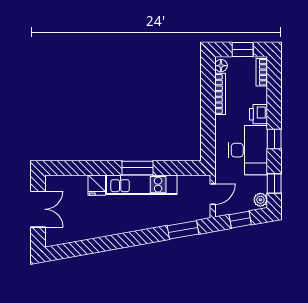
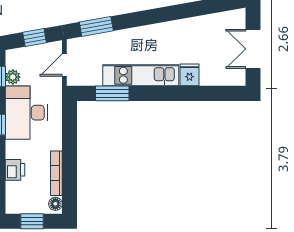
bookcase: (262, 72) -> (11, 197), removed
printer: (258, 114) -> (15, 170), moved
window: (137, 168) -> (112, 93), moved
plant: (260, 200) -> (13, 77), moved

